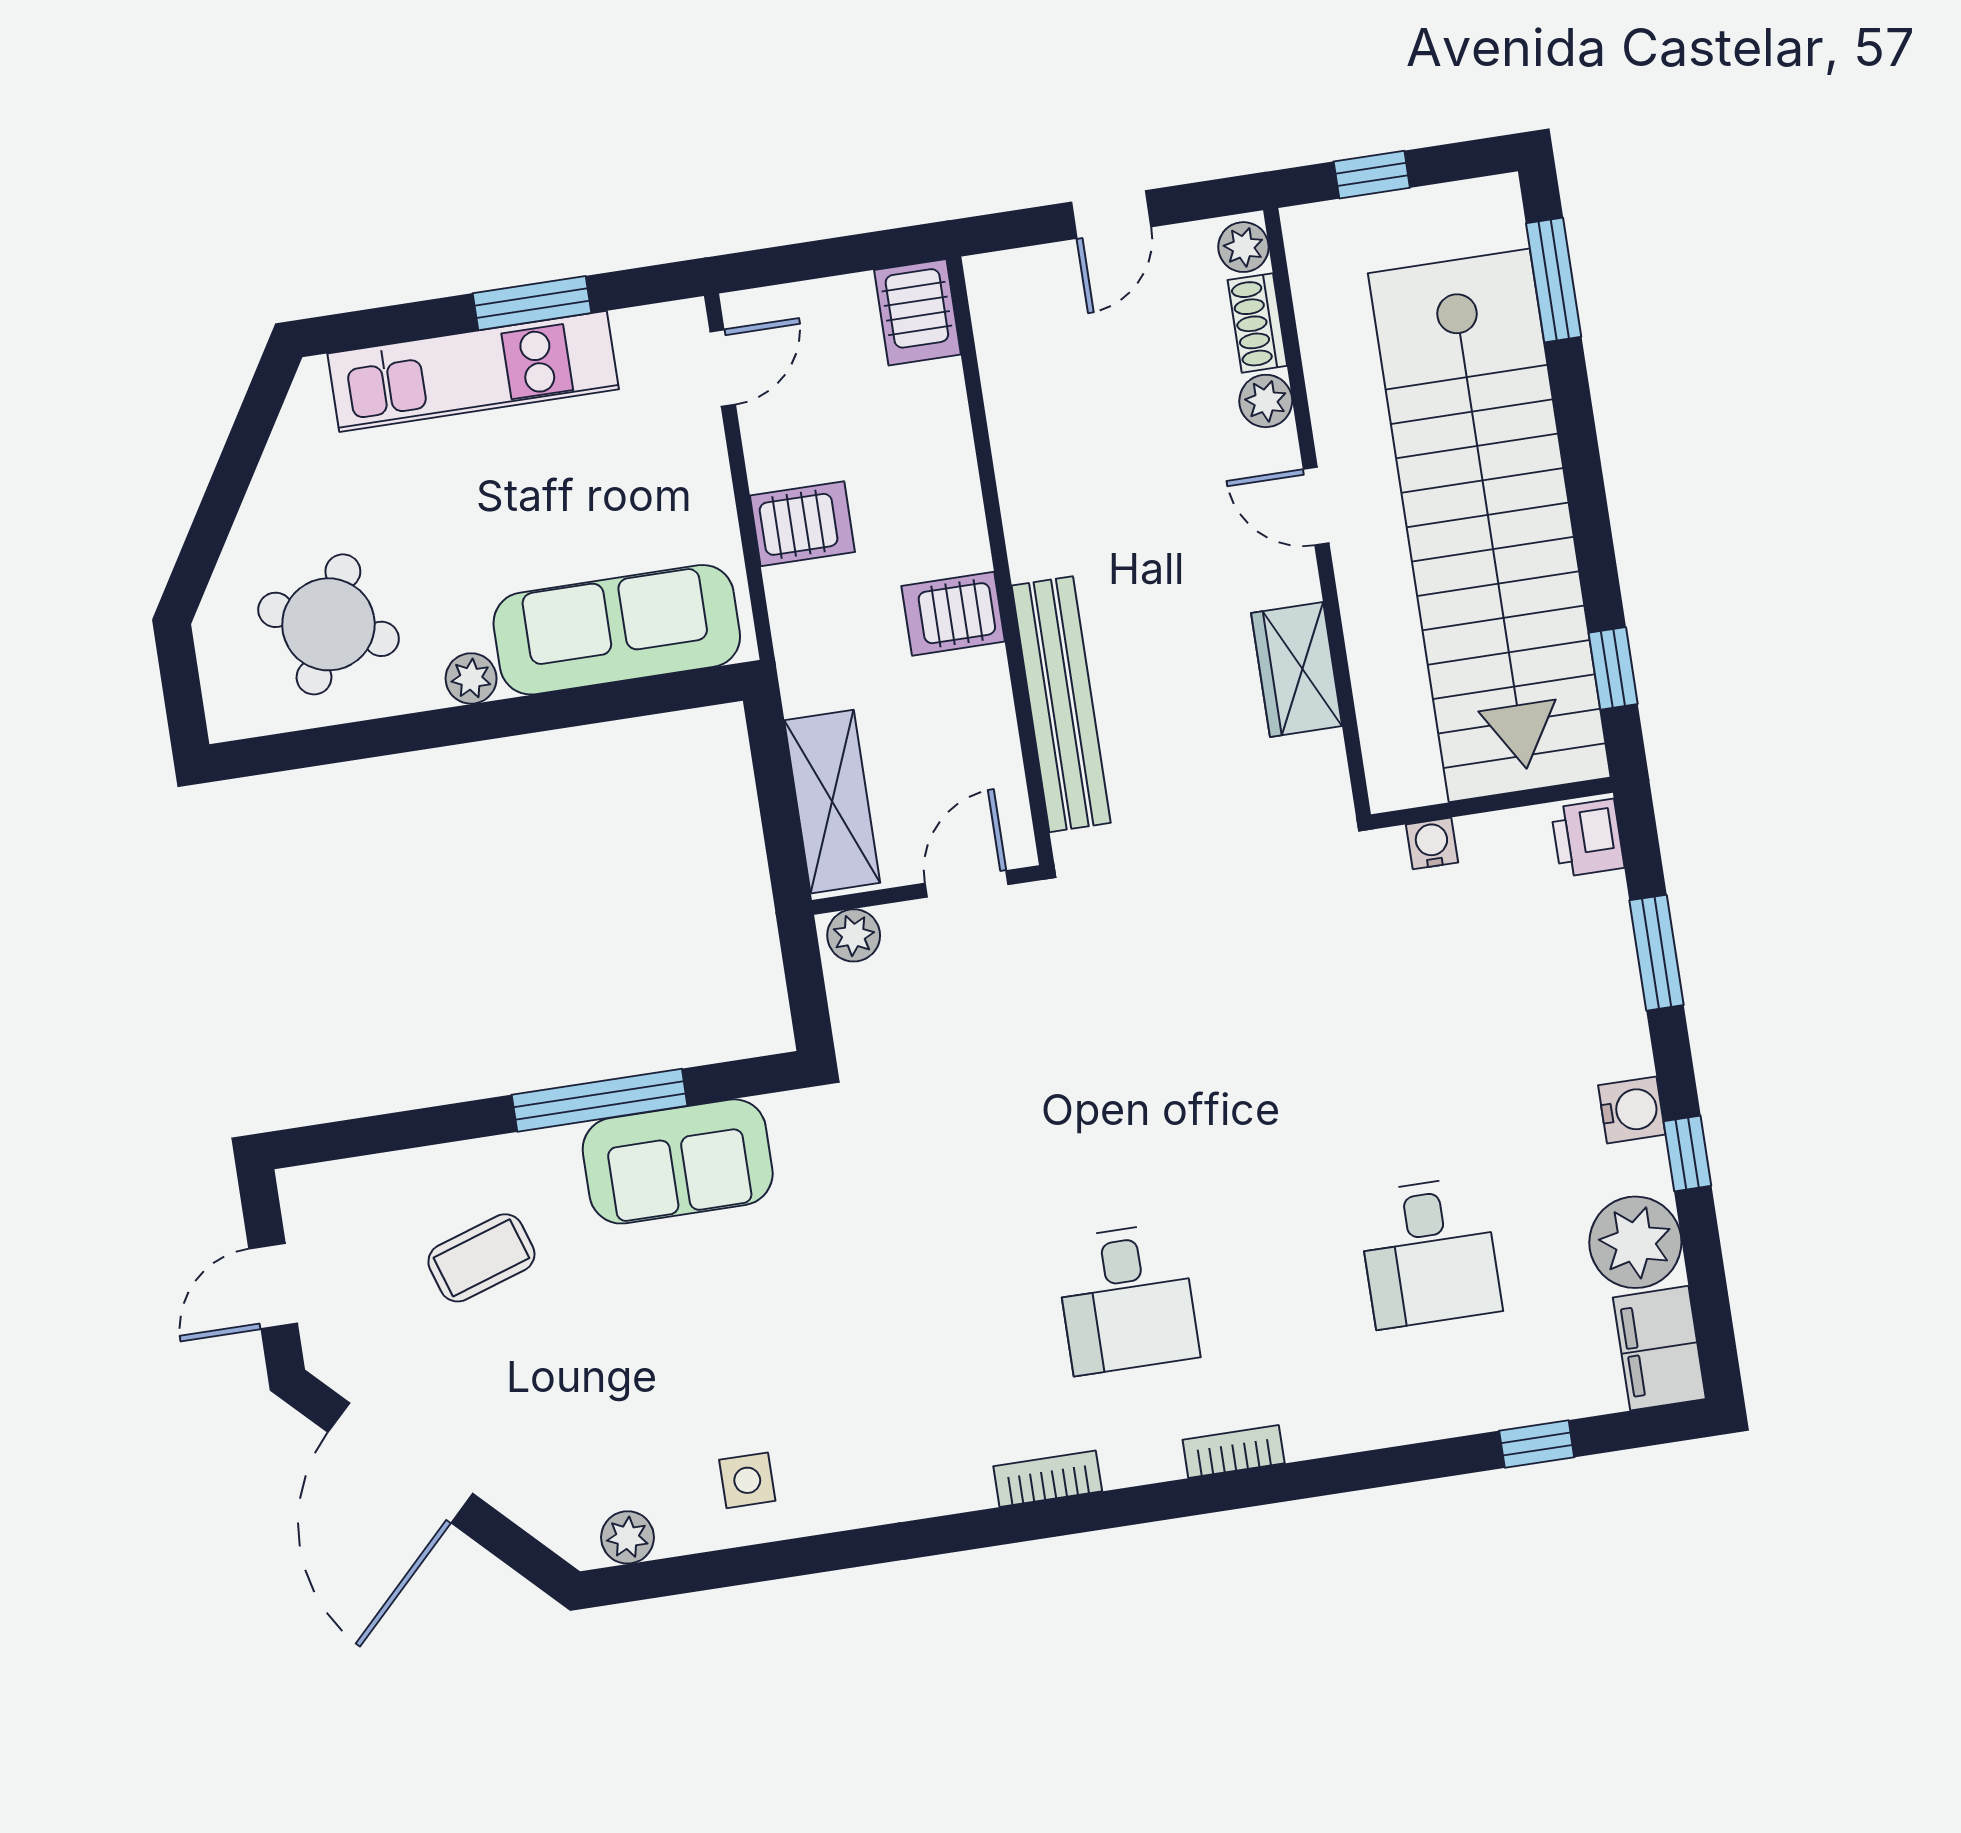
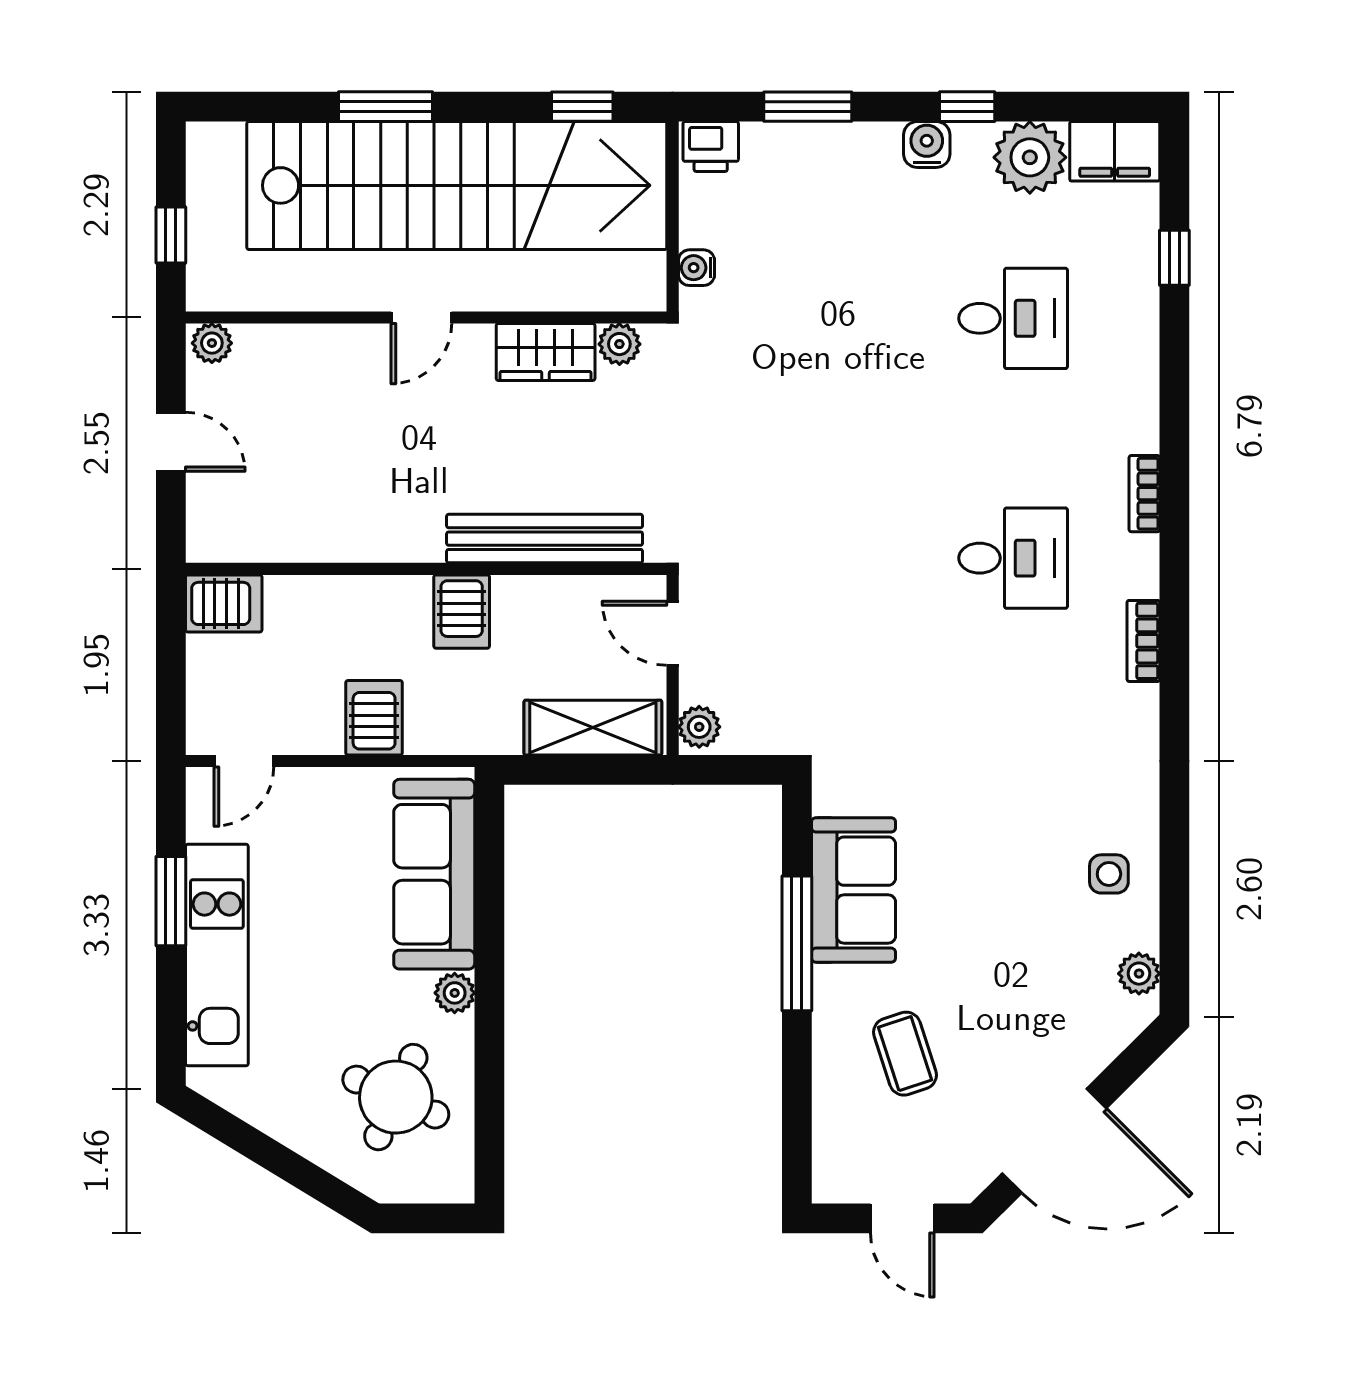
window: (1554, 280) -> (386, 107), moved
shoe rack: (1257, 323) -> (272, 341), removed
door: (723, 368) -> (244, 761), swing flipped
plant: (1266, 401) -> (619, 344), moved

